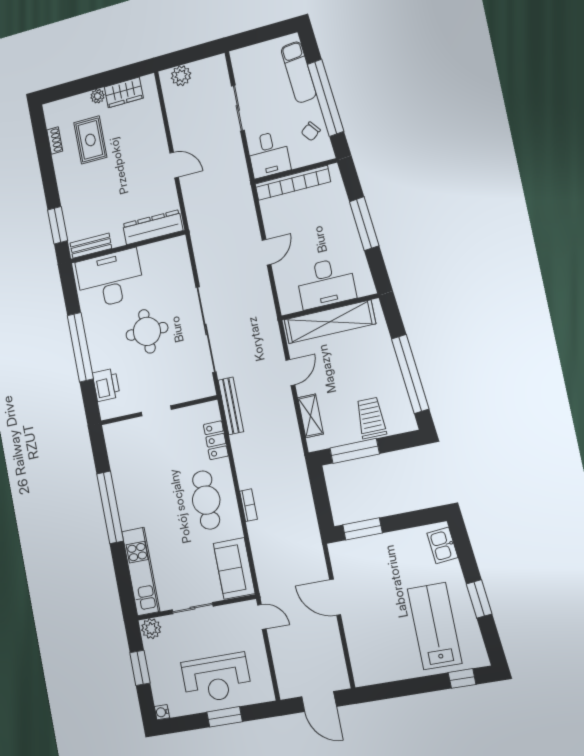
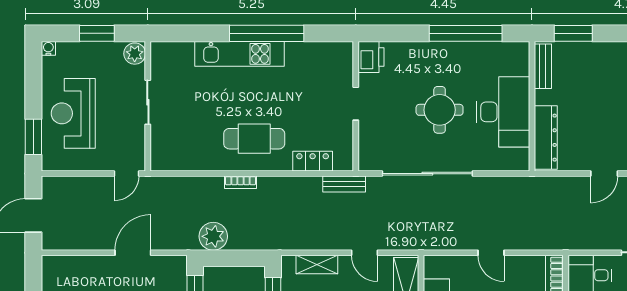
desk: (110, 279) -> (503, 112), moved
window: (80, 347) -> (466, 33), moved
printer: (106, 385) -> (371, 57), moved, turned -90
bench: (231, 406) -> (344, 184), width x0.73
plant: (304, 522) -> (213, 236), added
sofa: (234, 568) -> (180, 154), removed
kitchen unit: (141, 571) -> (239, 54), moved
window: (225, 717) -> (33, 137), moved

